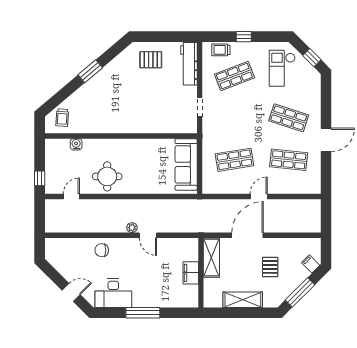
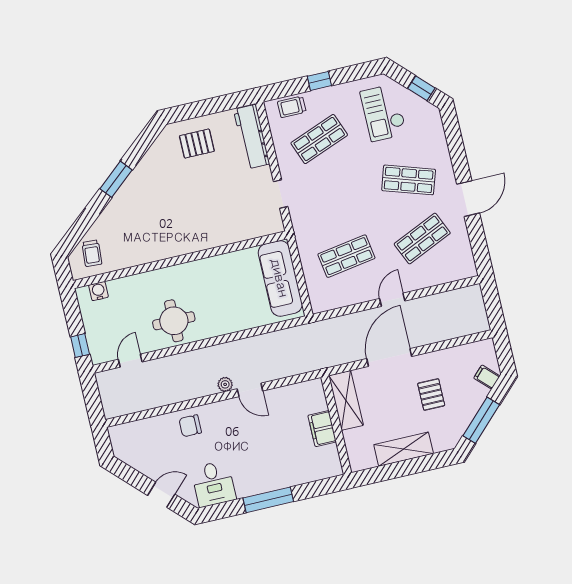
water cooler: (76, 144) -> (98, 291), moved
shop shelf: (289, 160) -> (422, 239), turned -30
desk: (113, 293) -> (214, 484), width x0.73

